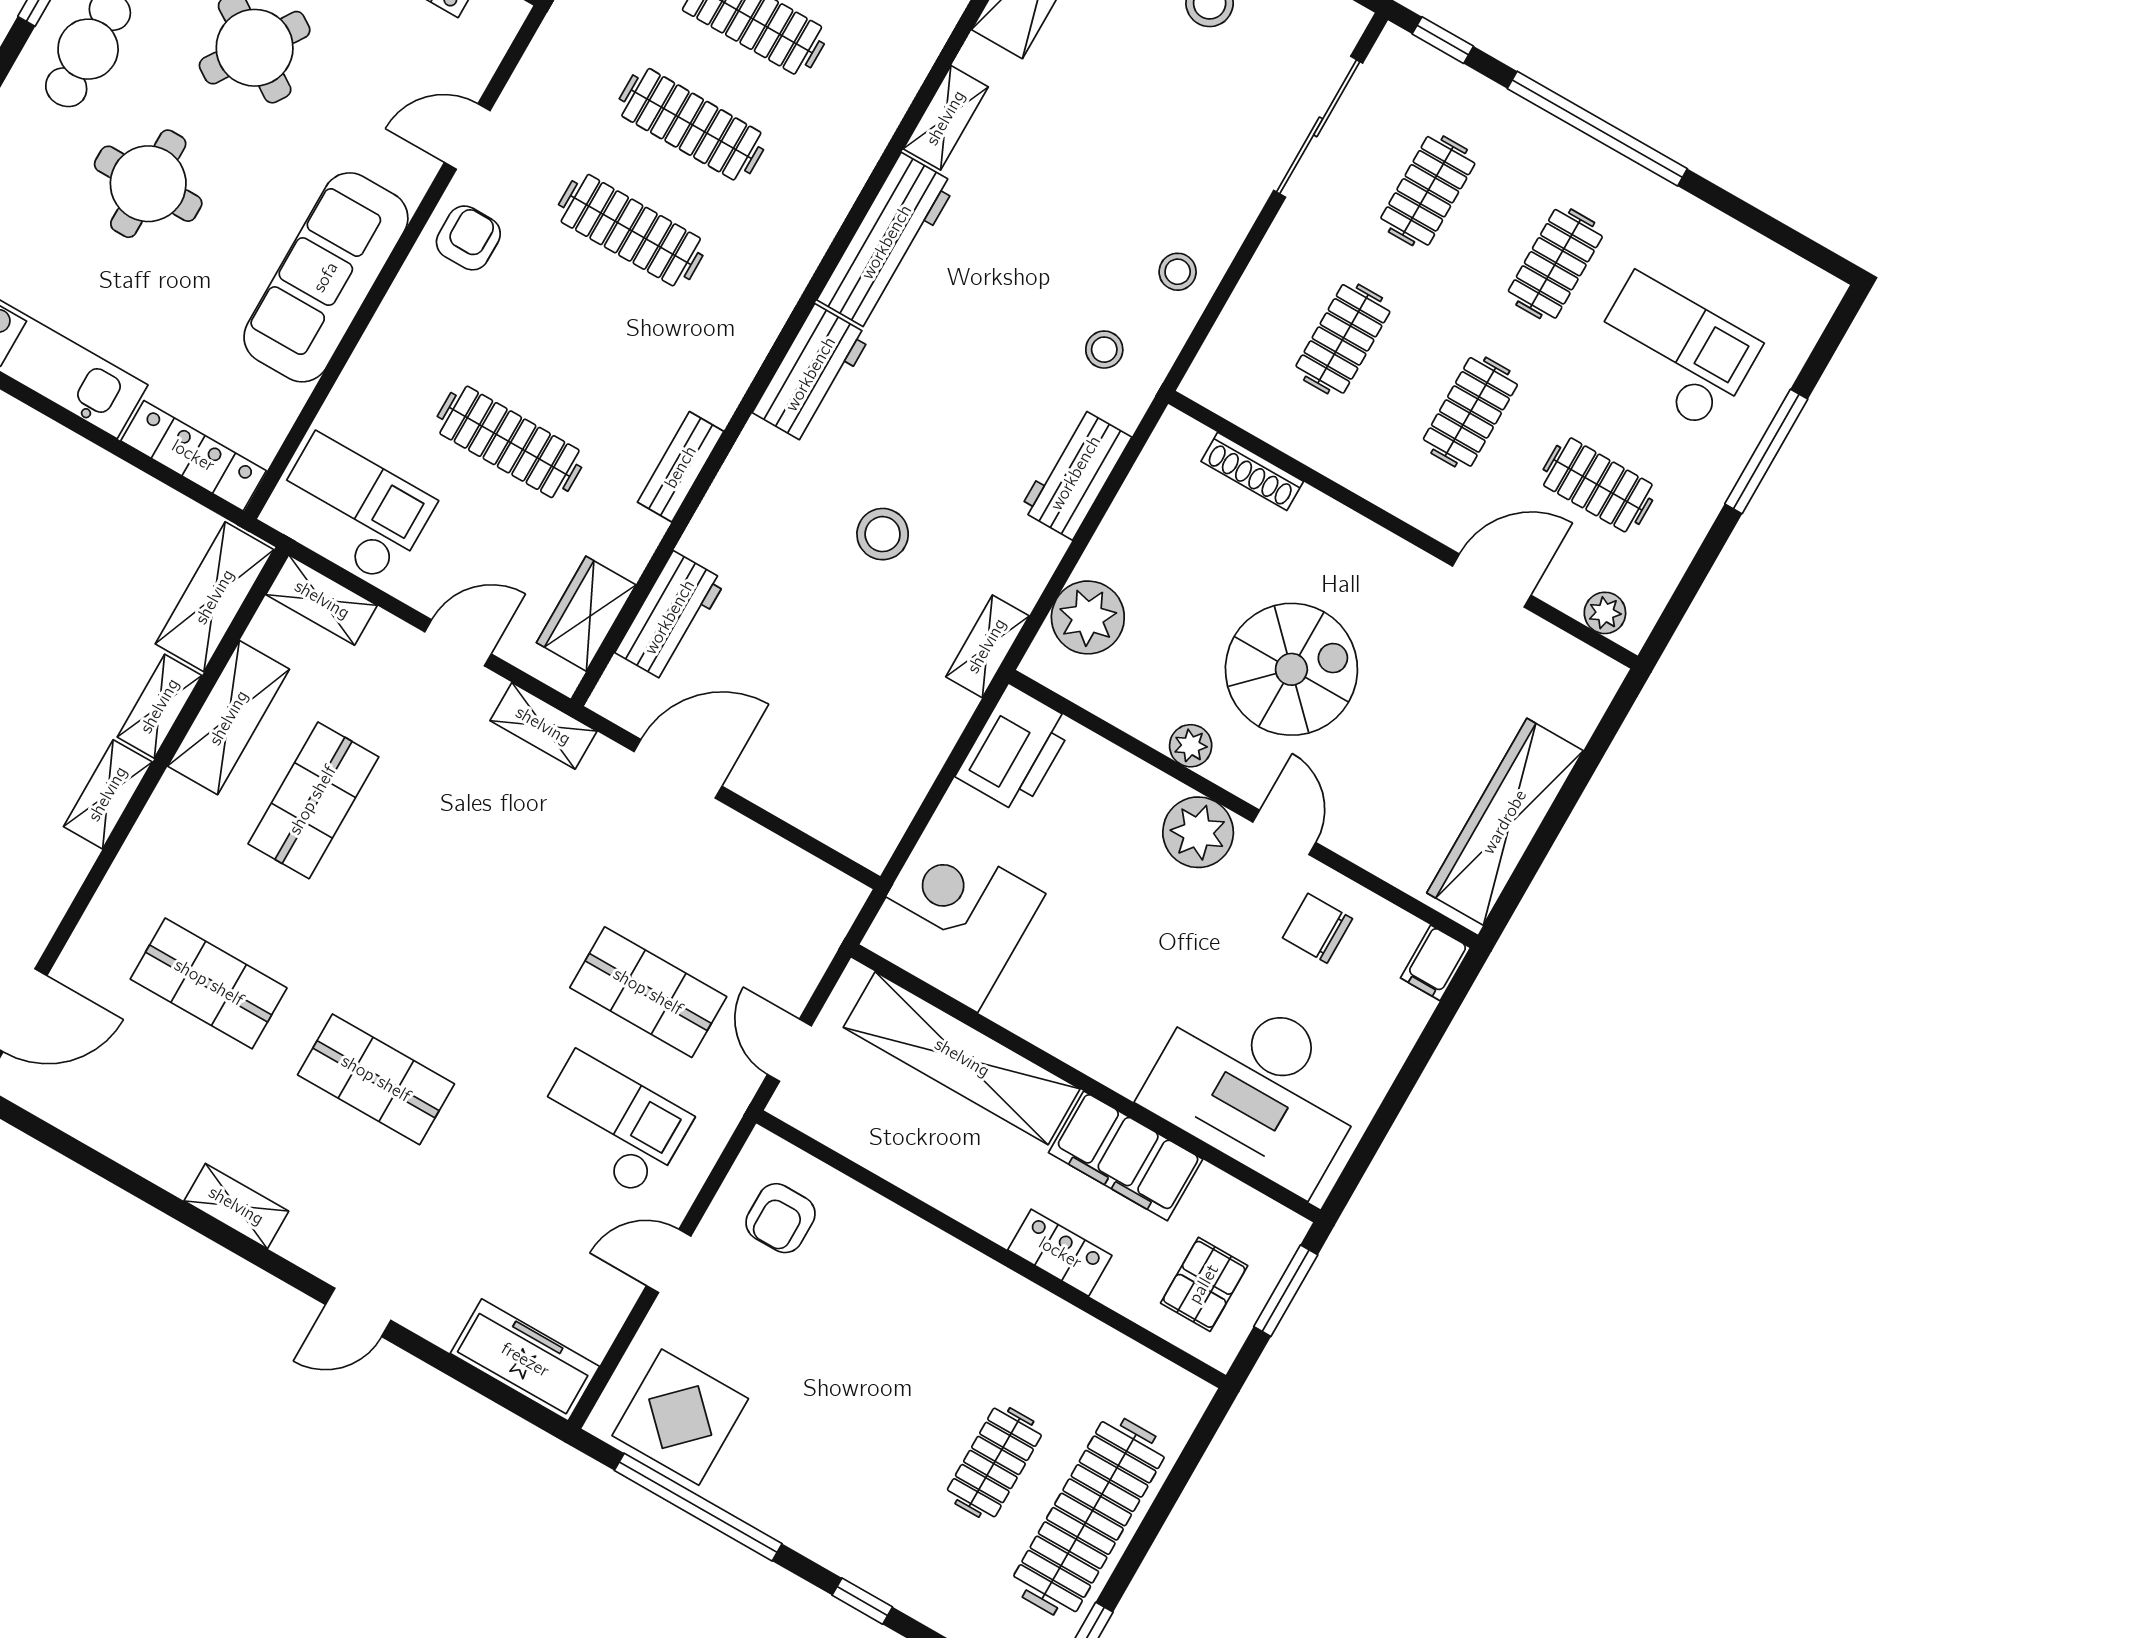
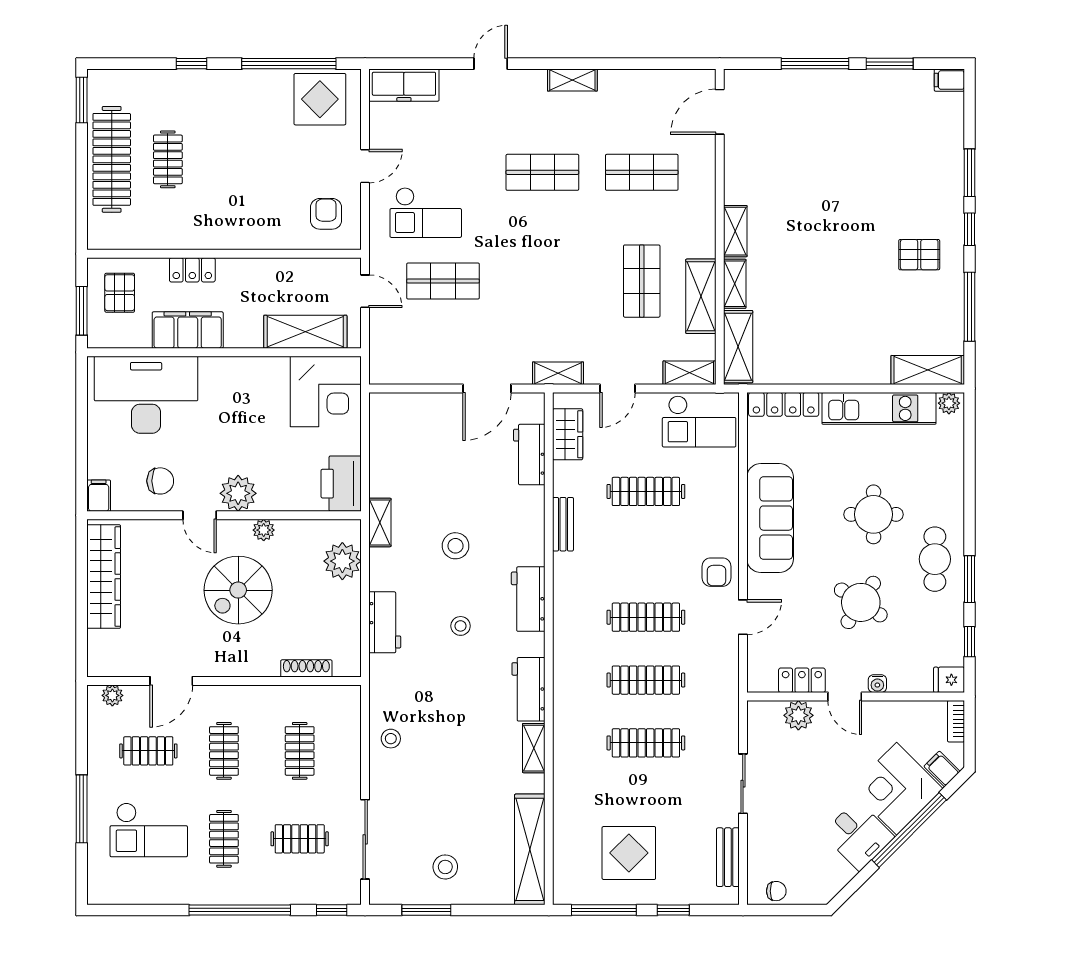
clothes rail: (1428, 191) -> (300, 839), turned 90
workbench: (887, 242) -> (528, 689), width x0.73
stool: (1104, 350) -> (461, 626), moved
shelving: (962, 1058) -> (305, 332), width x0.68

